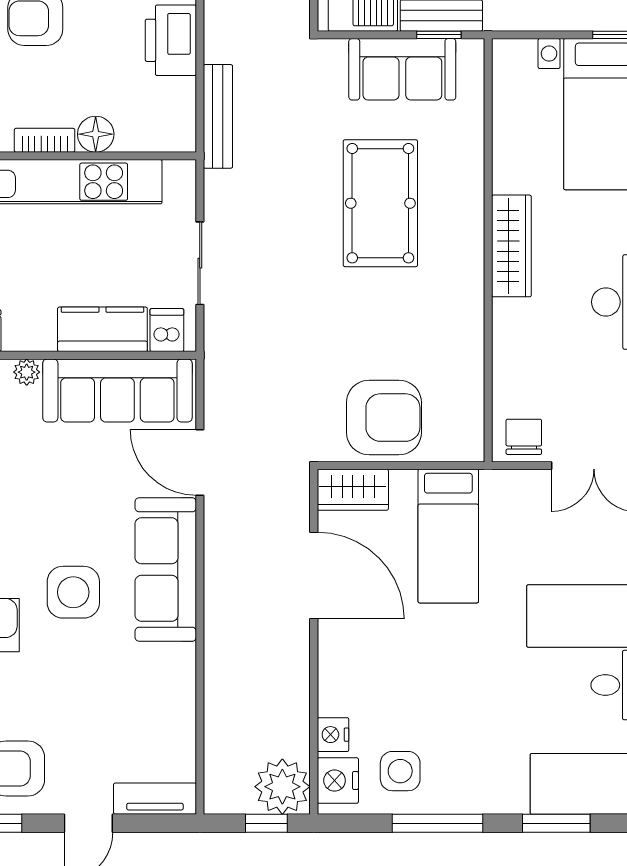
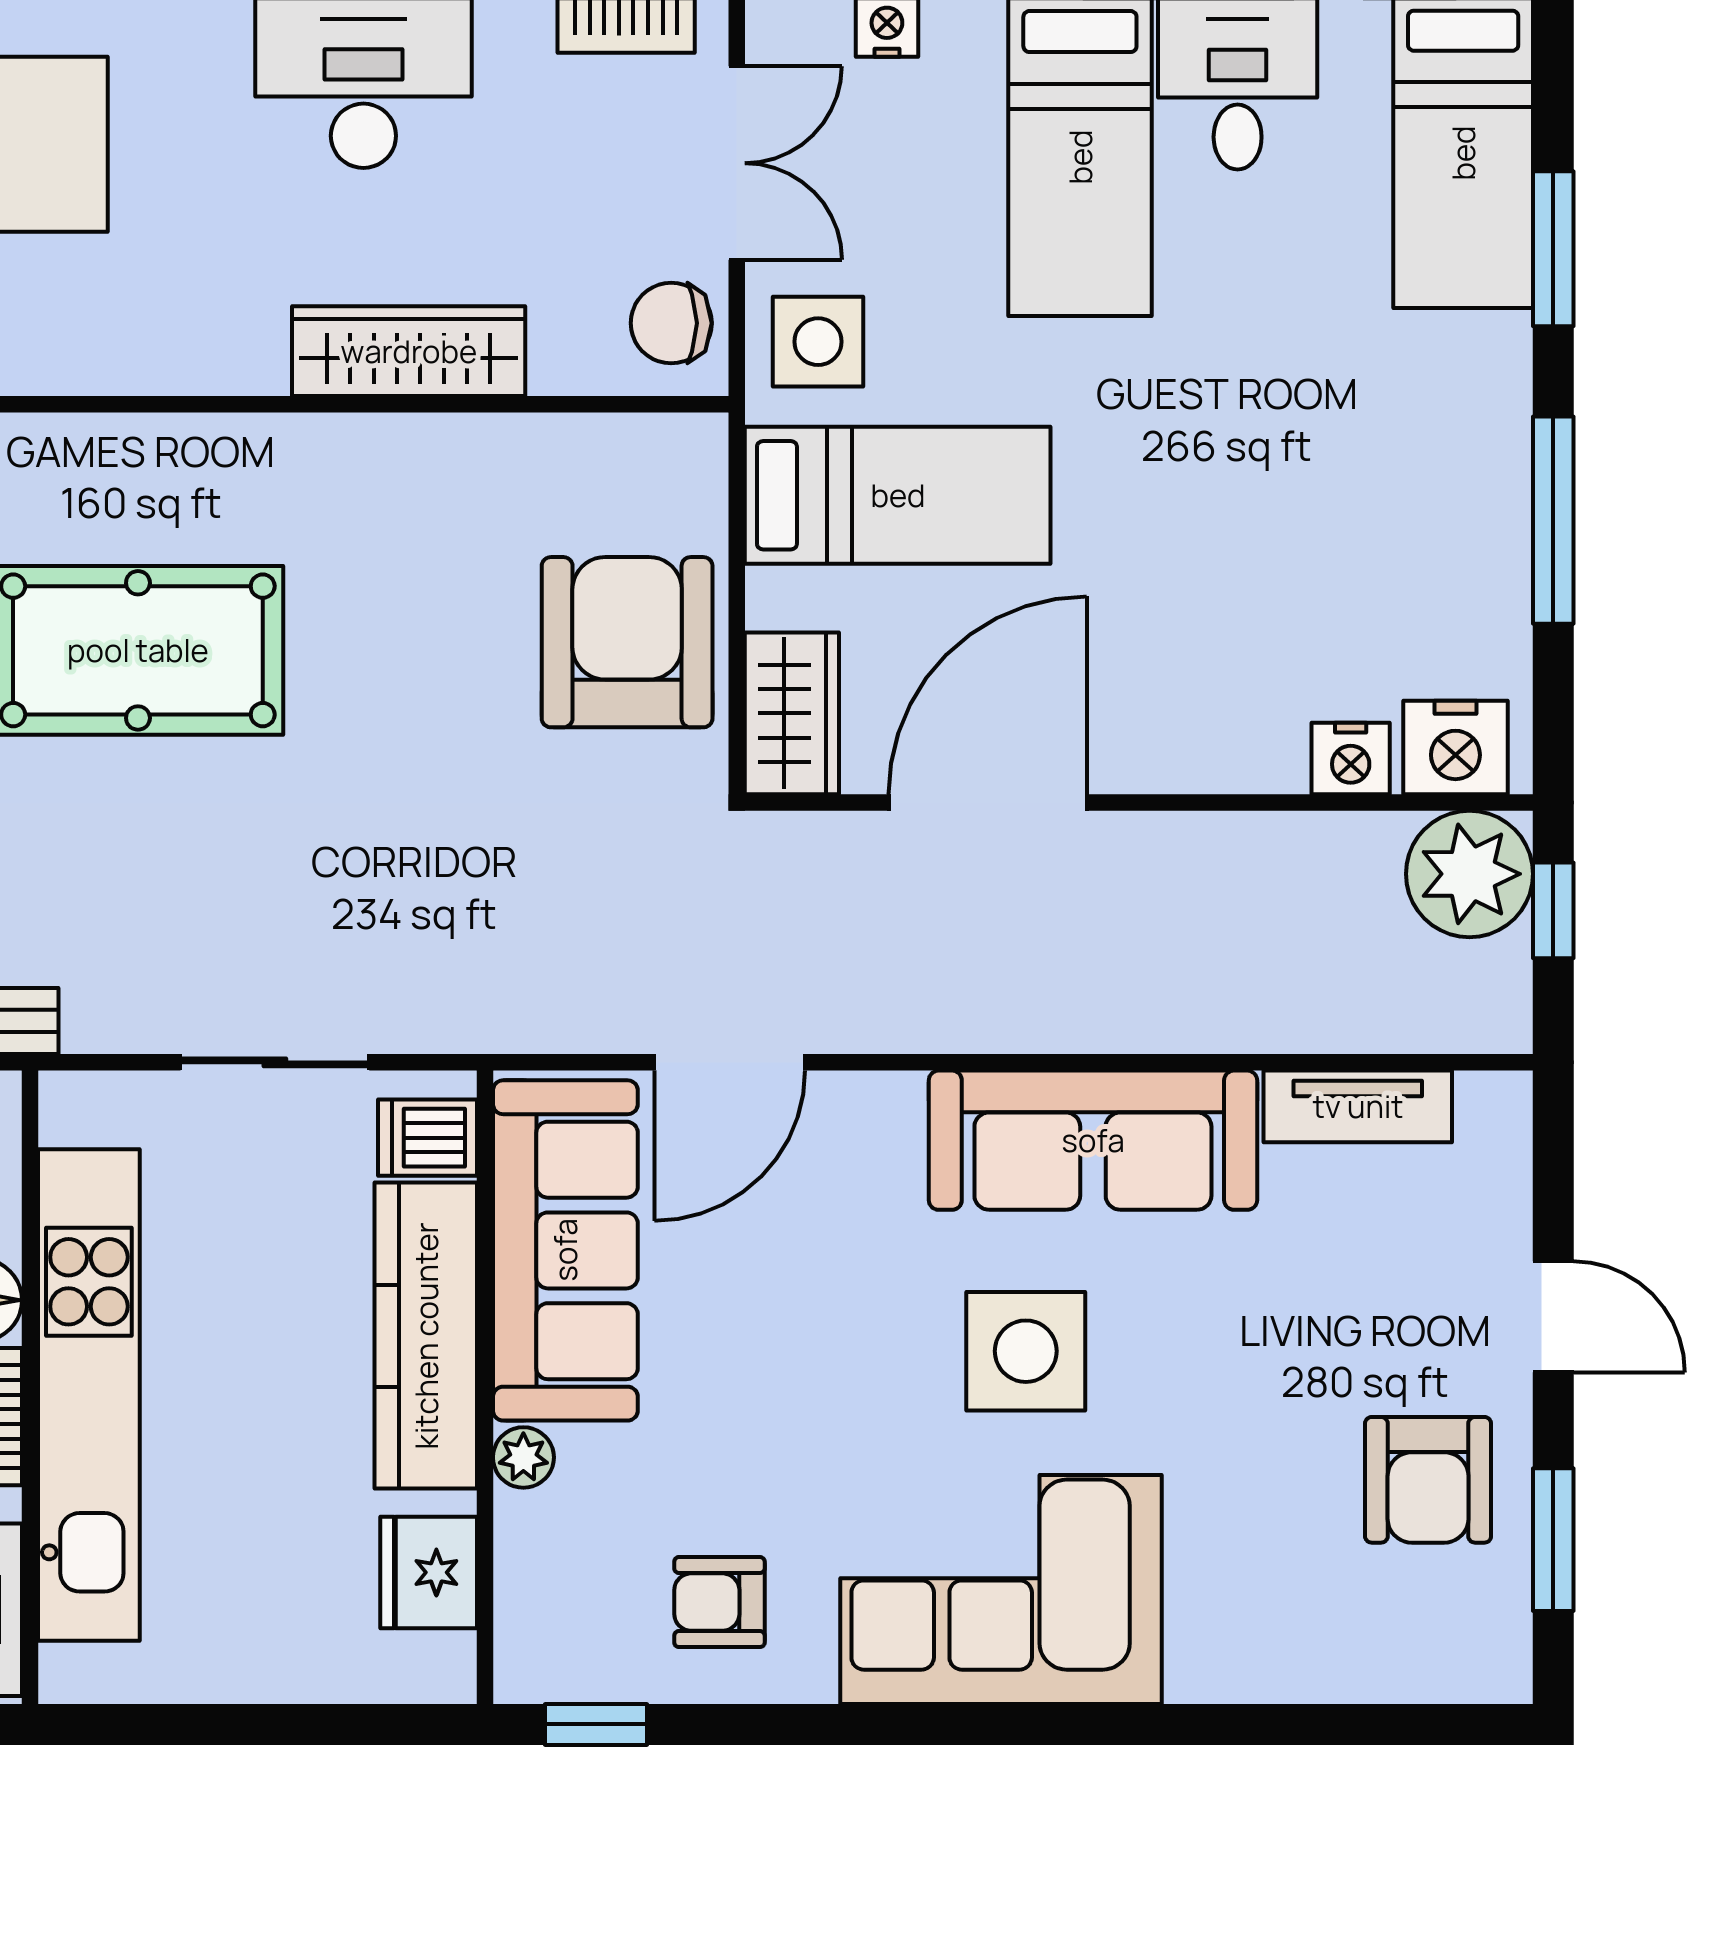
wardrobe: (511, 246) -> (409, 351), moved
kitchen counter: (102, 329) -> (426, 1336), width x1.50
sofa: (166, 570) -> (1093, 1140), moved
side table: (400, 771) -> (818, 342), moved
tv unit: (155, 799) -> (1358, 1106), moved, turned -90

